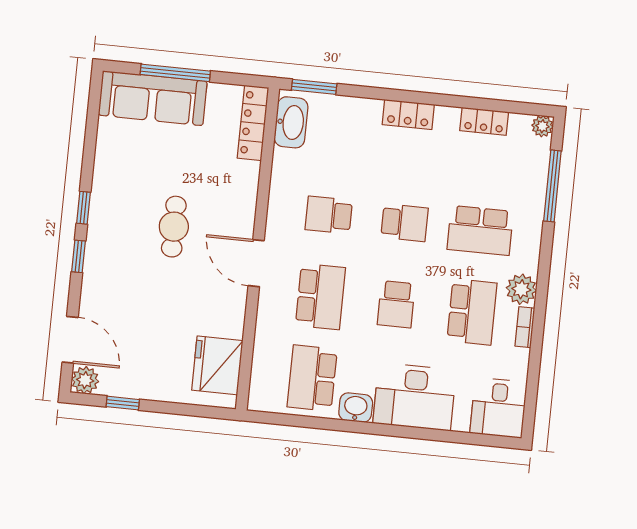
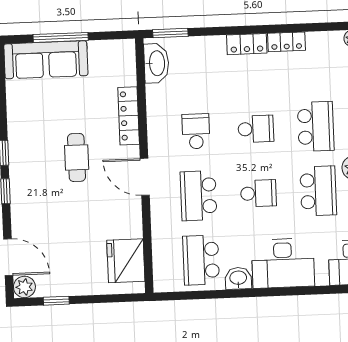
locker: (484, 121) -> (286, 42), moved
locker: (253, 123) -> (129, 116), moved
school desk: (329, 215) -> (196, 131), turned 90
school desk: (480, 230) -> (316, 126), turned -90
school desk: (320, 297) -> (199, 196), turned 180
school desk: (396, 304) -> (258, 193), turned -90

